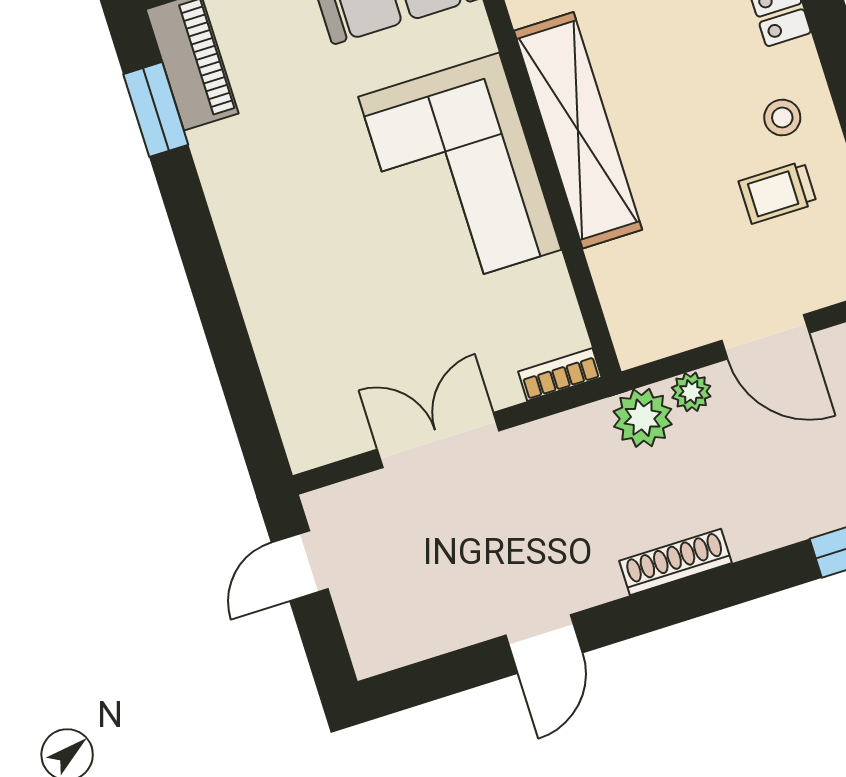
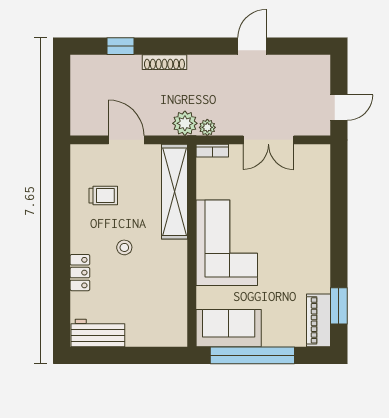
stool: (782, 118) -> (124, 247), moved
shelving: (578, 130) -> (175, 192), moved
plant: (691, 392) -> (207, 127), moved
shoe rack: (675, 562) -> (164, 62), moved

